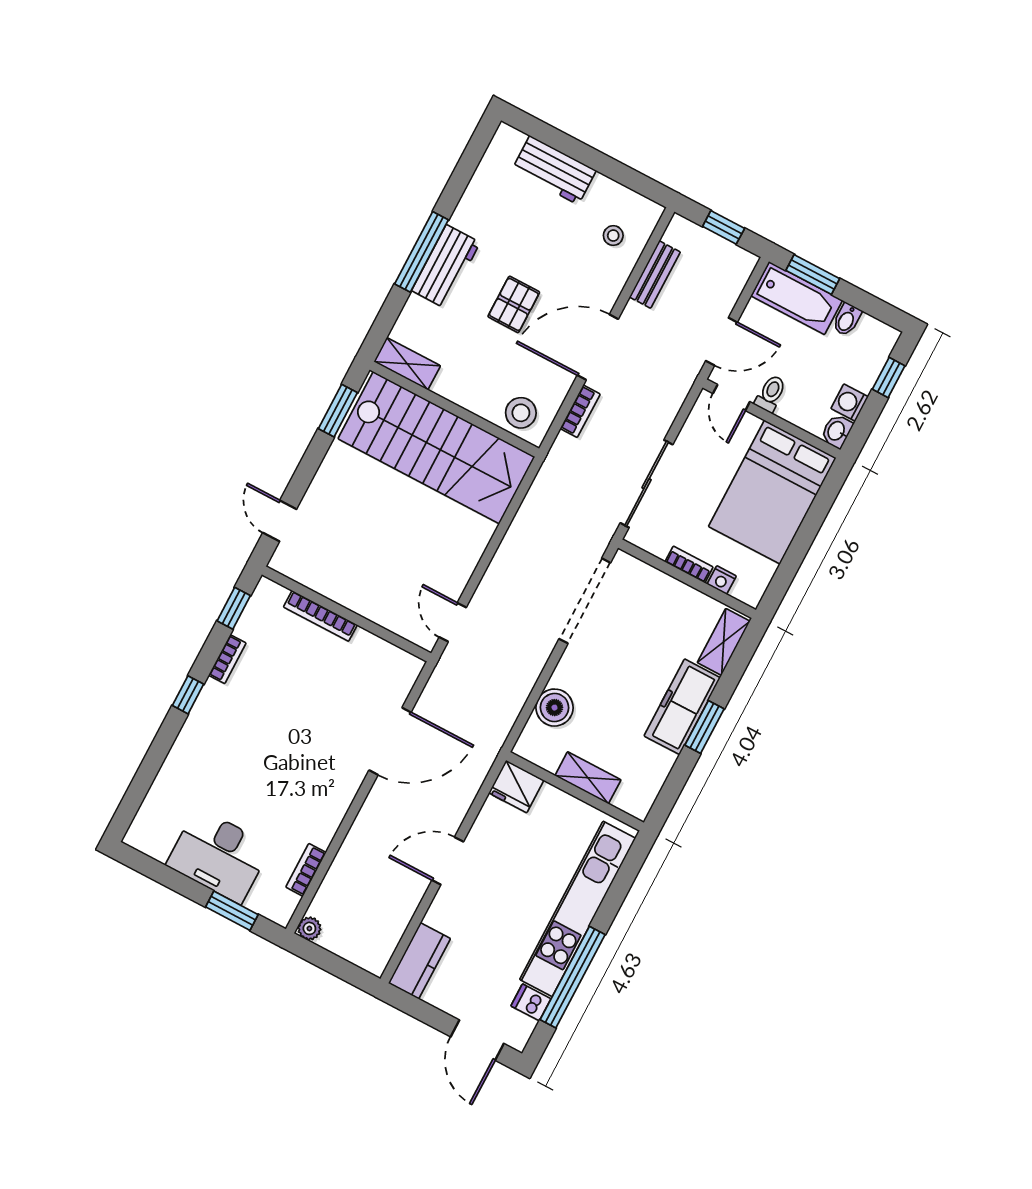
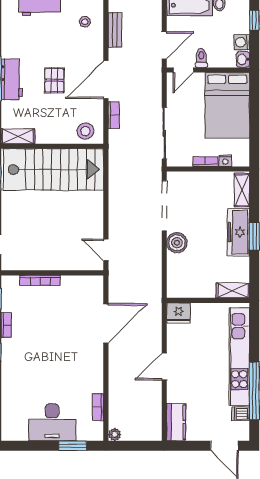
door: (731, 398) -> (183, 70), hinge flipped
boiler: (555, 708) -> (177, 243), moved
shelving: (588, 778) -> (233, 291), moved

